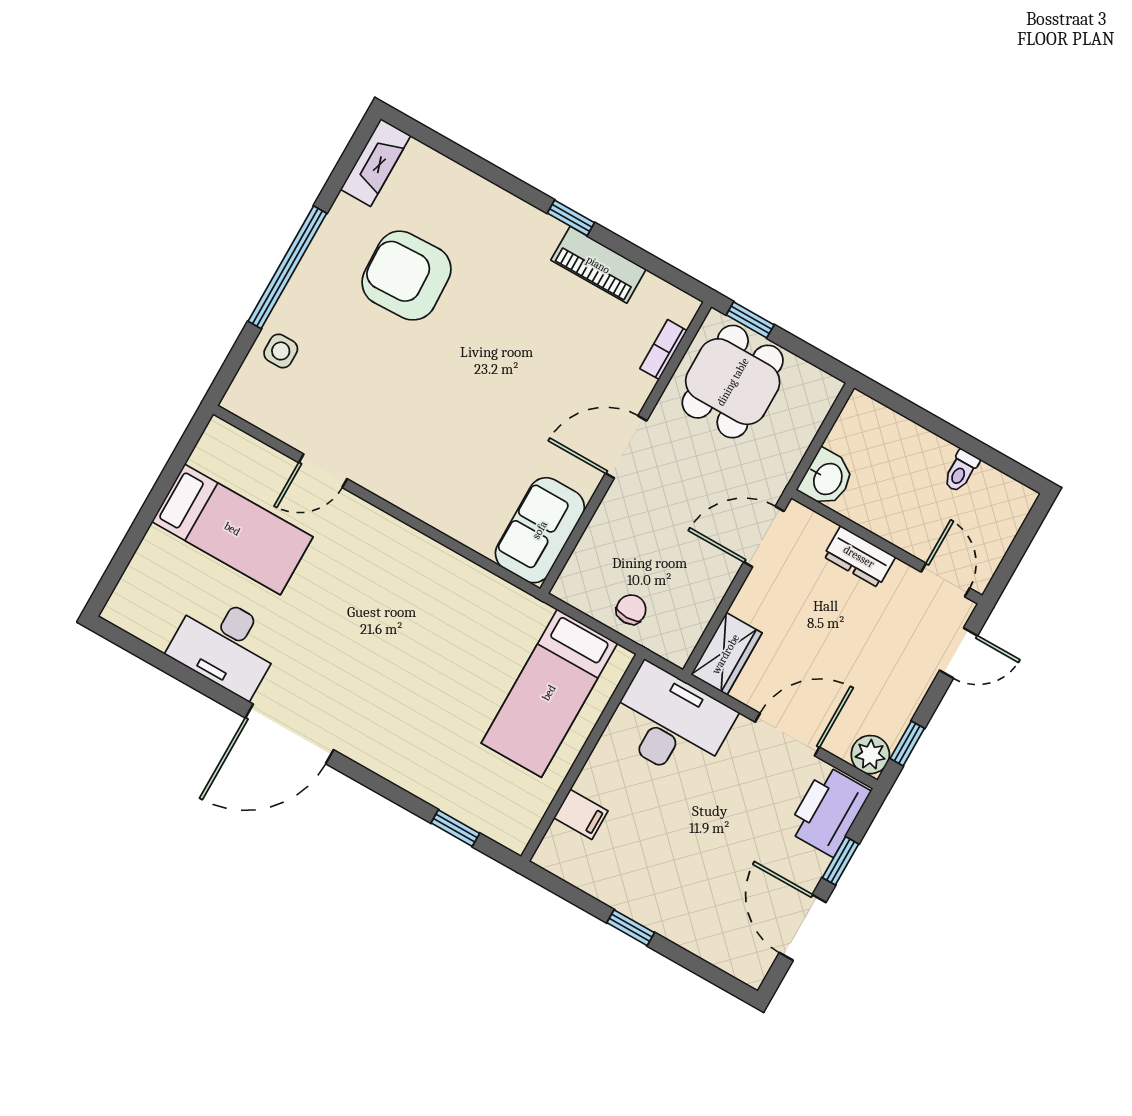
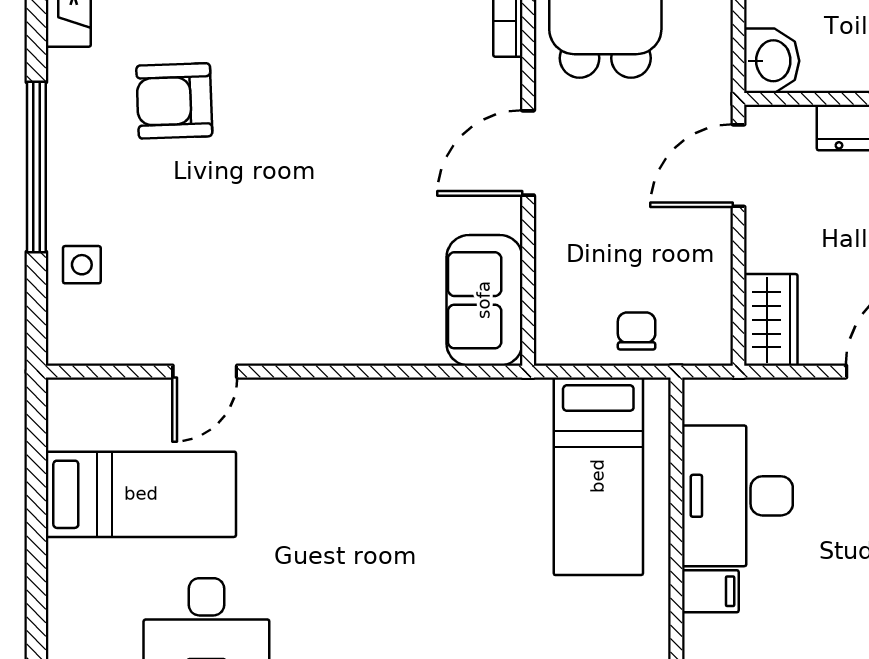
armchair: (406, 276) -> (174, 101), width x0.73, depth x0.73
desk: (671, 723) -> (737, 496), moved, turned -90

